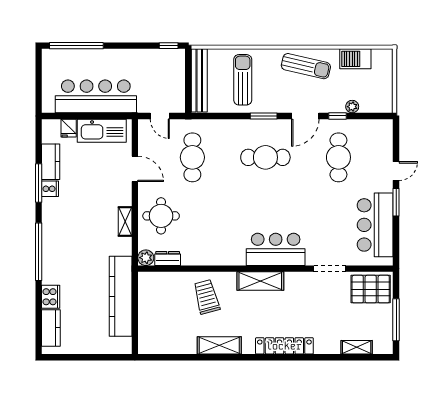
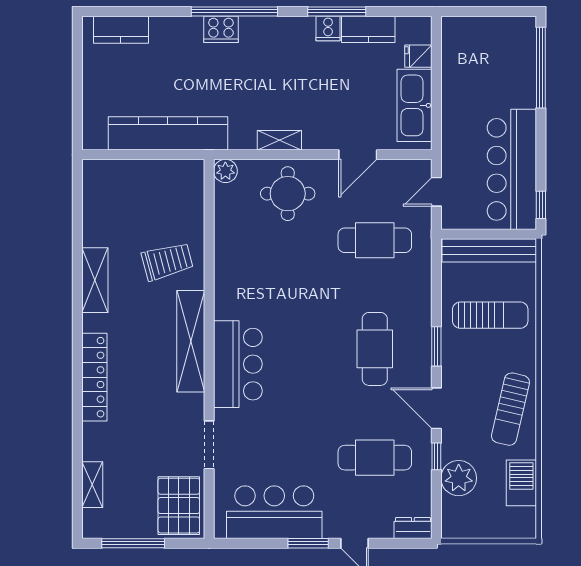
bar counter: (96, 96) -> (512, 169), moved, turned 180
plant: (352, 107) -> (459, 478), width x1.87, depth x1.87
dresser: (168, 258) -> (413, 528), moved, turned -90
shelving: (260, 281) -> (191, 341), width x1.47
cooker: (51, 297) -> (221, 29), moved

